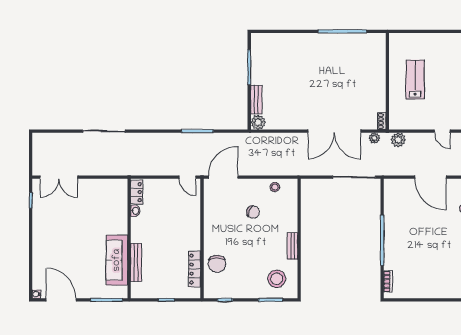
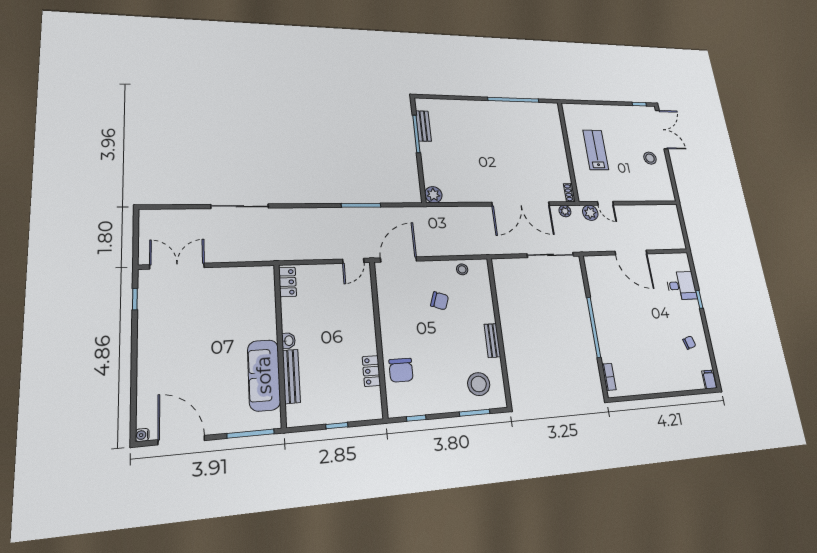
bench: (256, 100) -> (423, 126), moved
door: (442, 131) -> (605, 203), moved
double door: (59, 177) -> (177, 266), swing flipped
door: (187, 177) -> (353, 261), hinge flipped
washbasin: (135, 211) -> (289, 341), moved
locker: (194, 269) -> (371, 371), width x0.66

